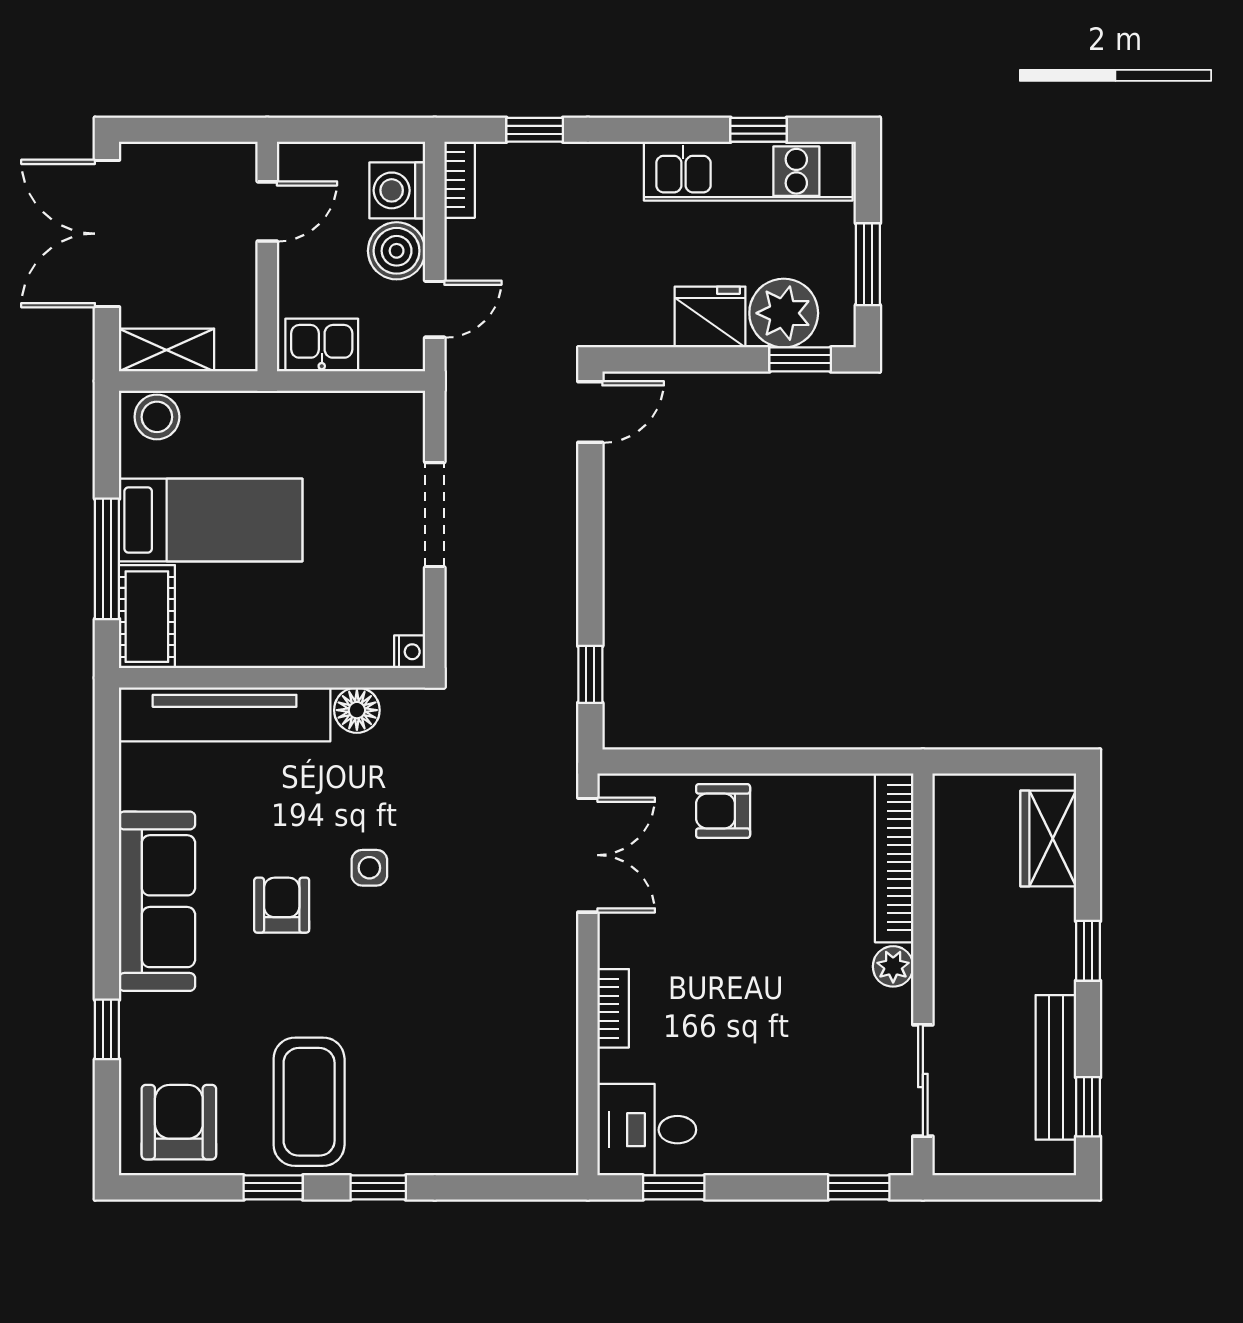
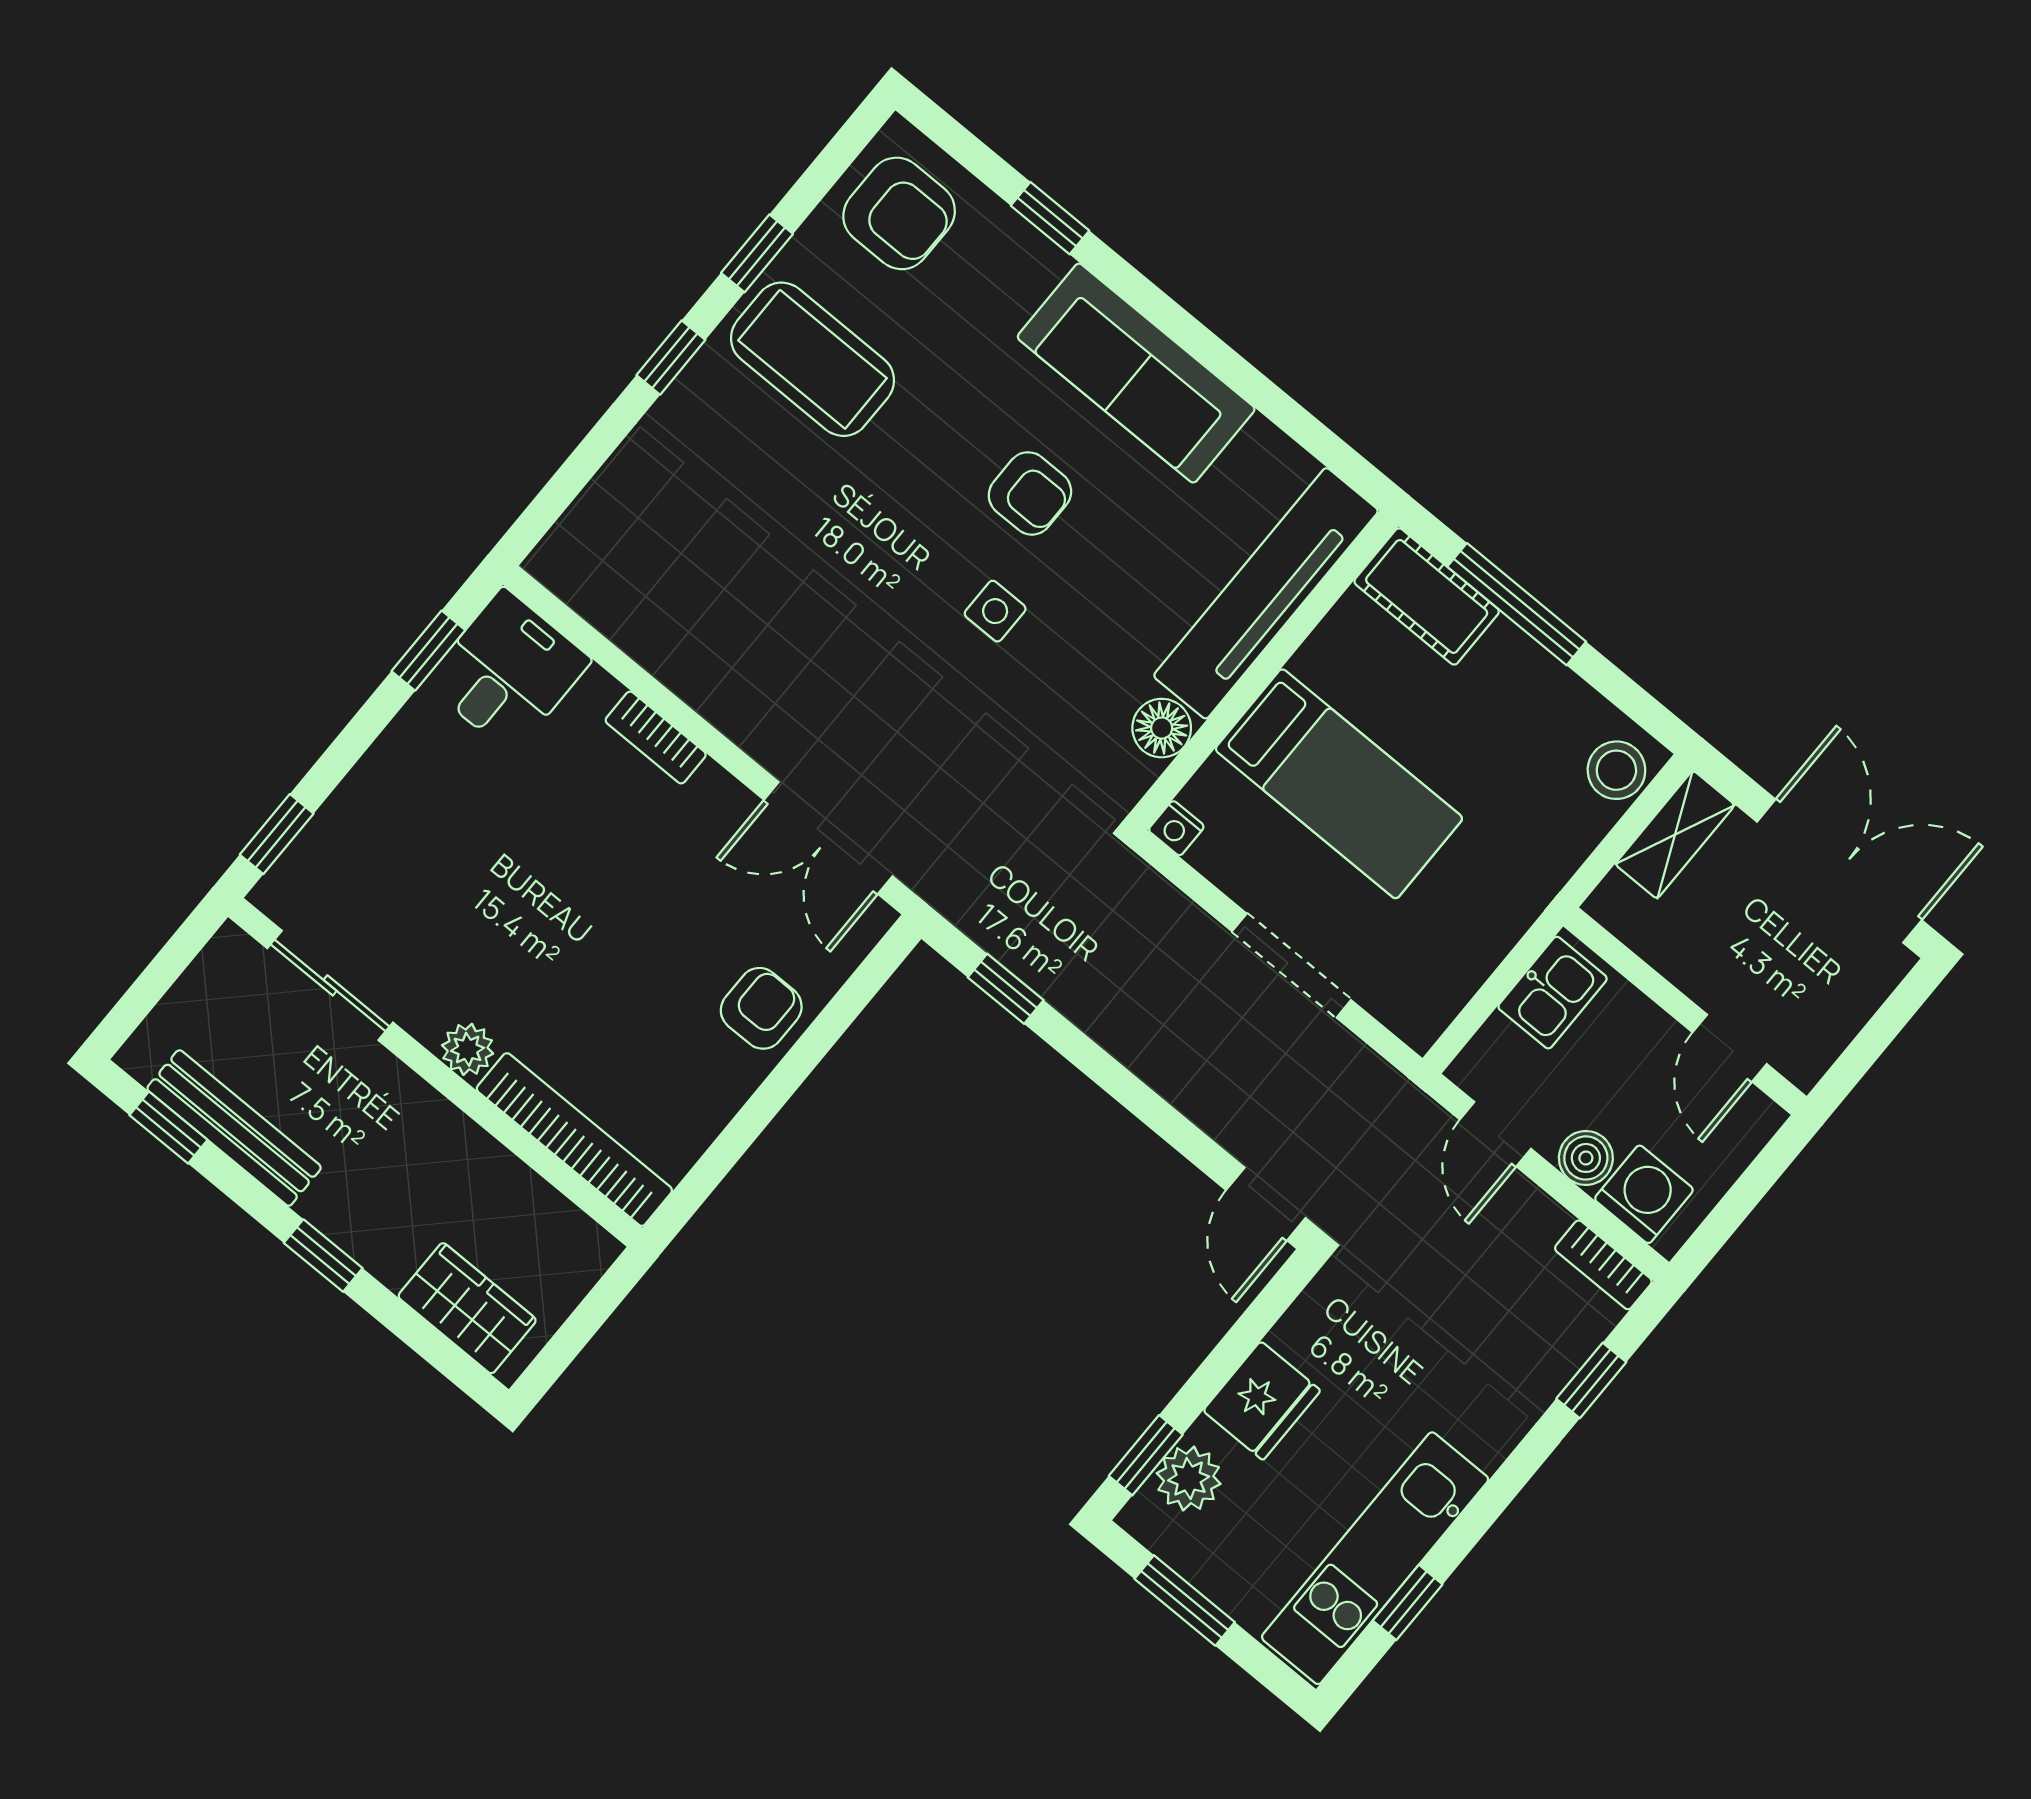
boiler: (397, 251) -> (1586, 1158), width x0.73, depth x0.73
plant: (784, 313) -> (1189, 1479), width x0.73, depth x0.73
bed: (211, 520) -> (1339, 784), moved, turned -90

